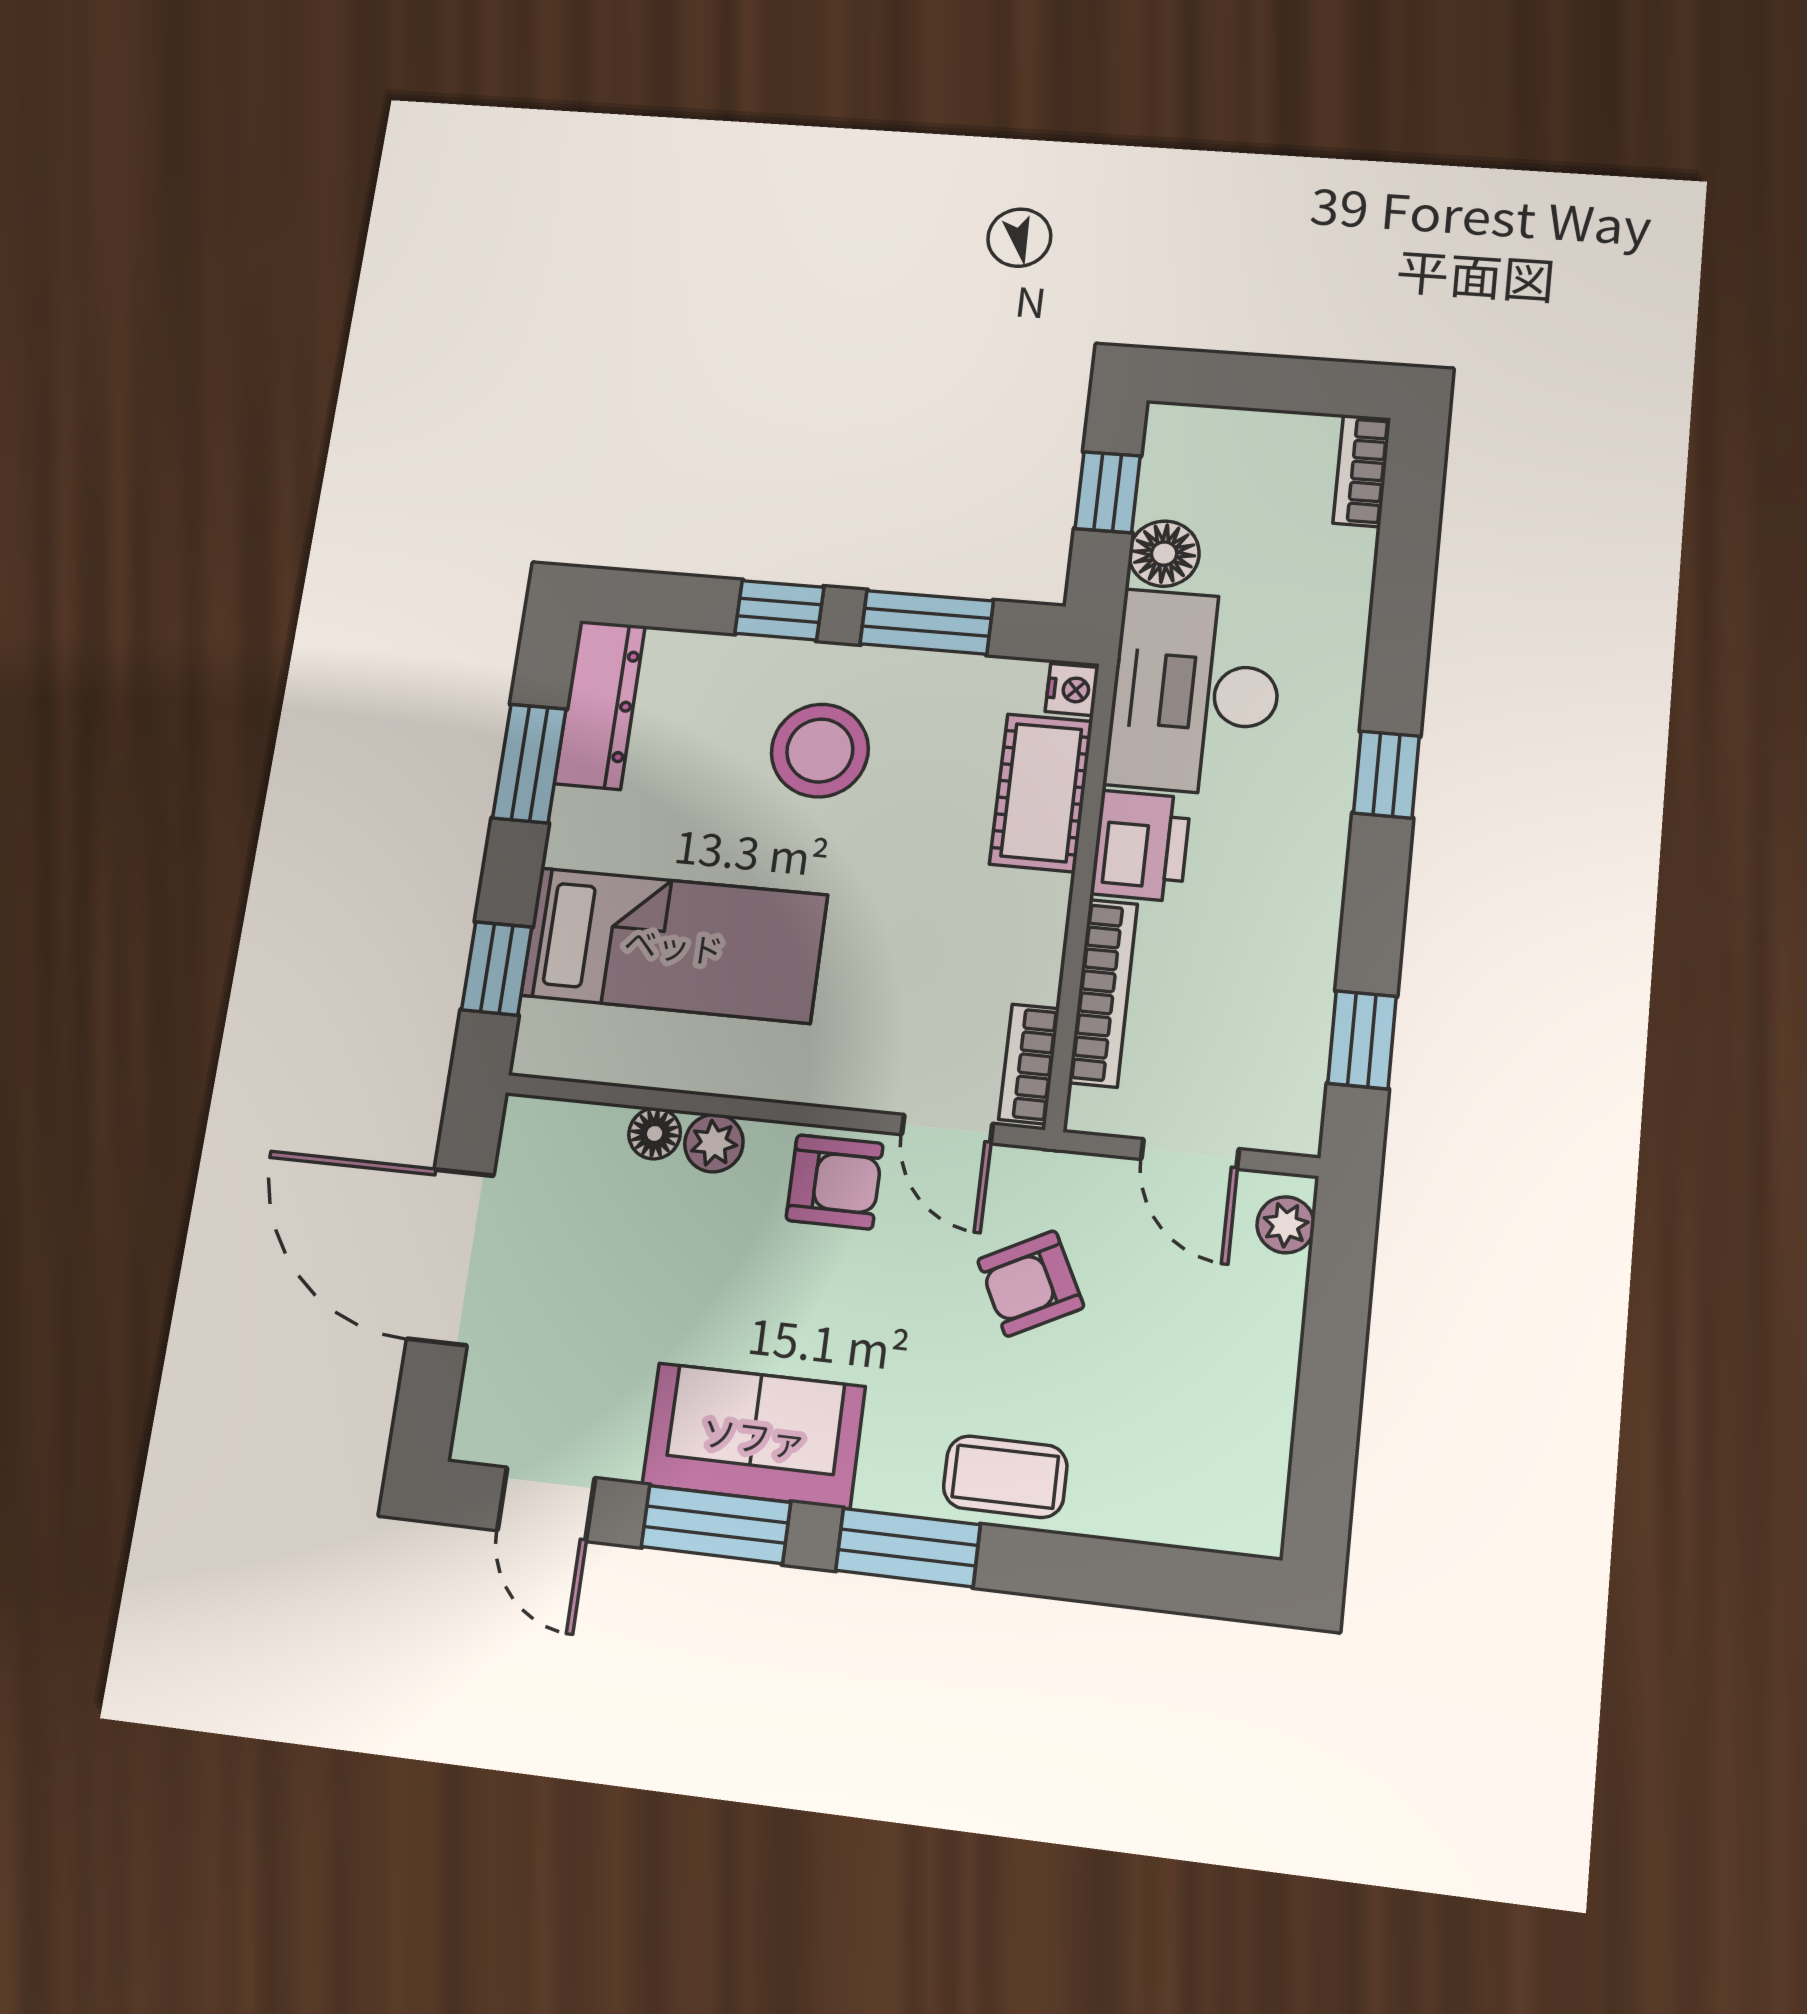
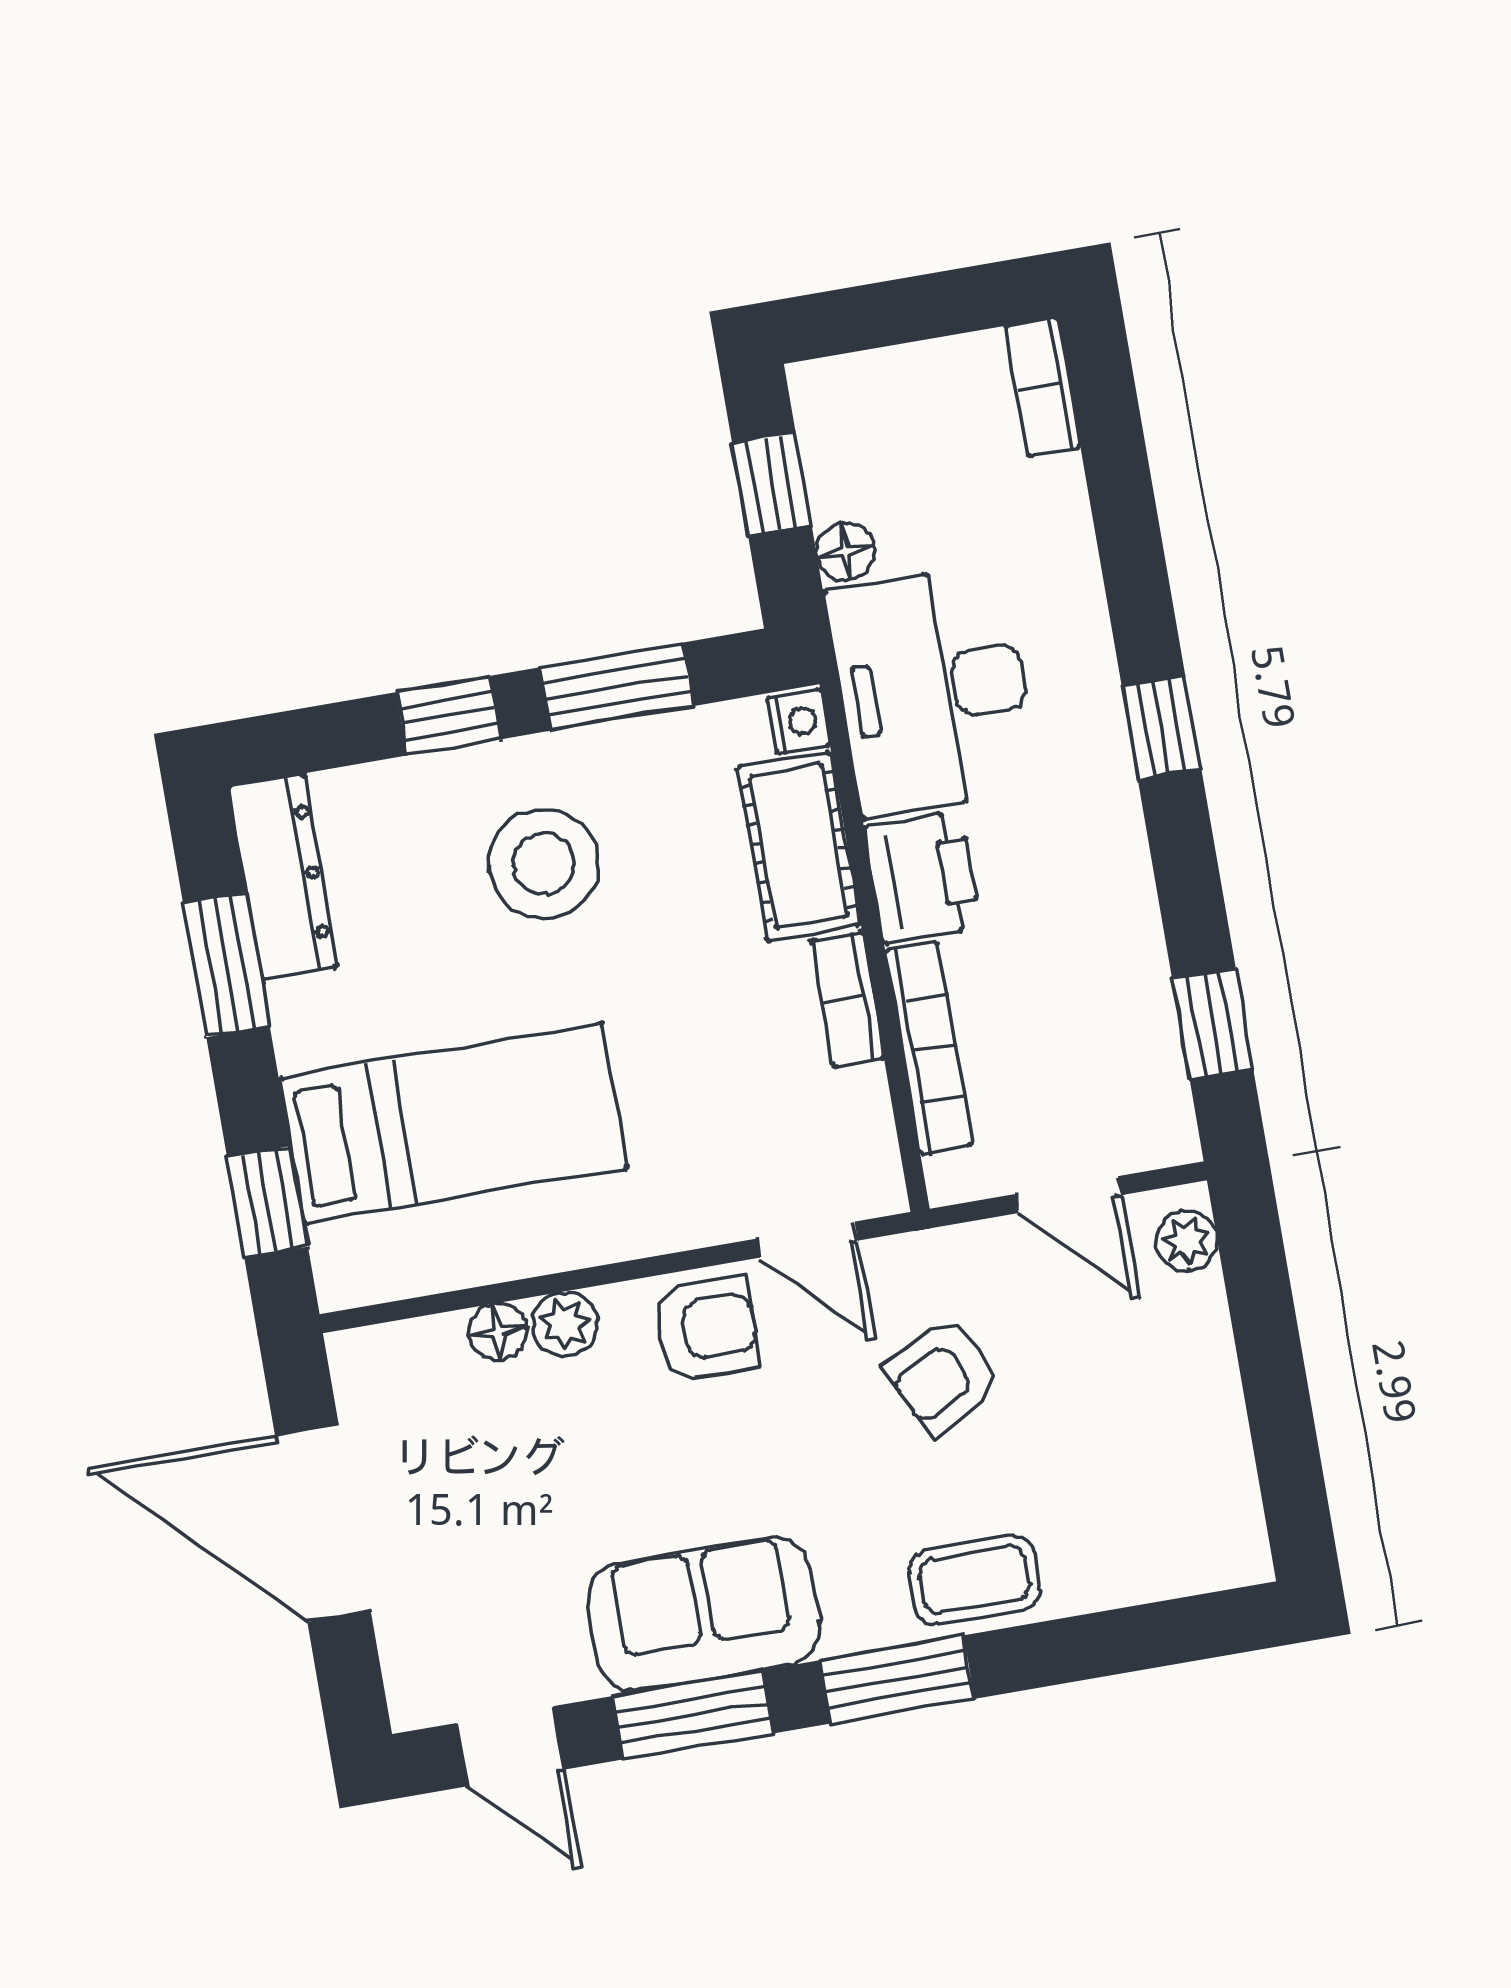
floor lamp: (1164, 554) -> (845, 551), width x0.73, depth x0.73
bookcase: (1029, 1064) -> (848, 999), moved

